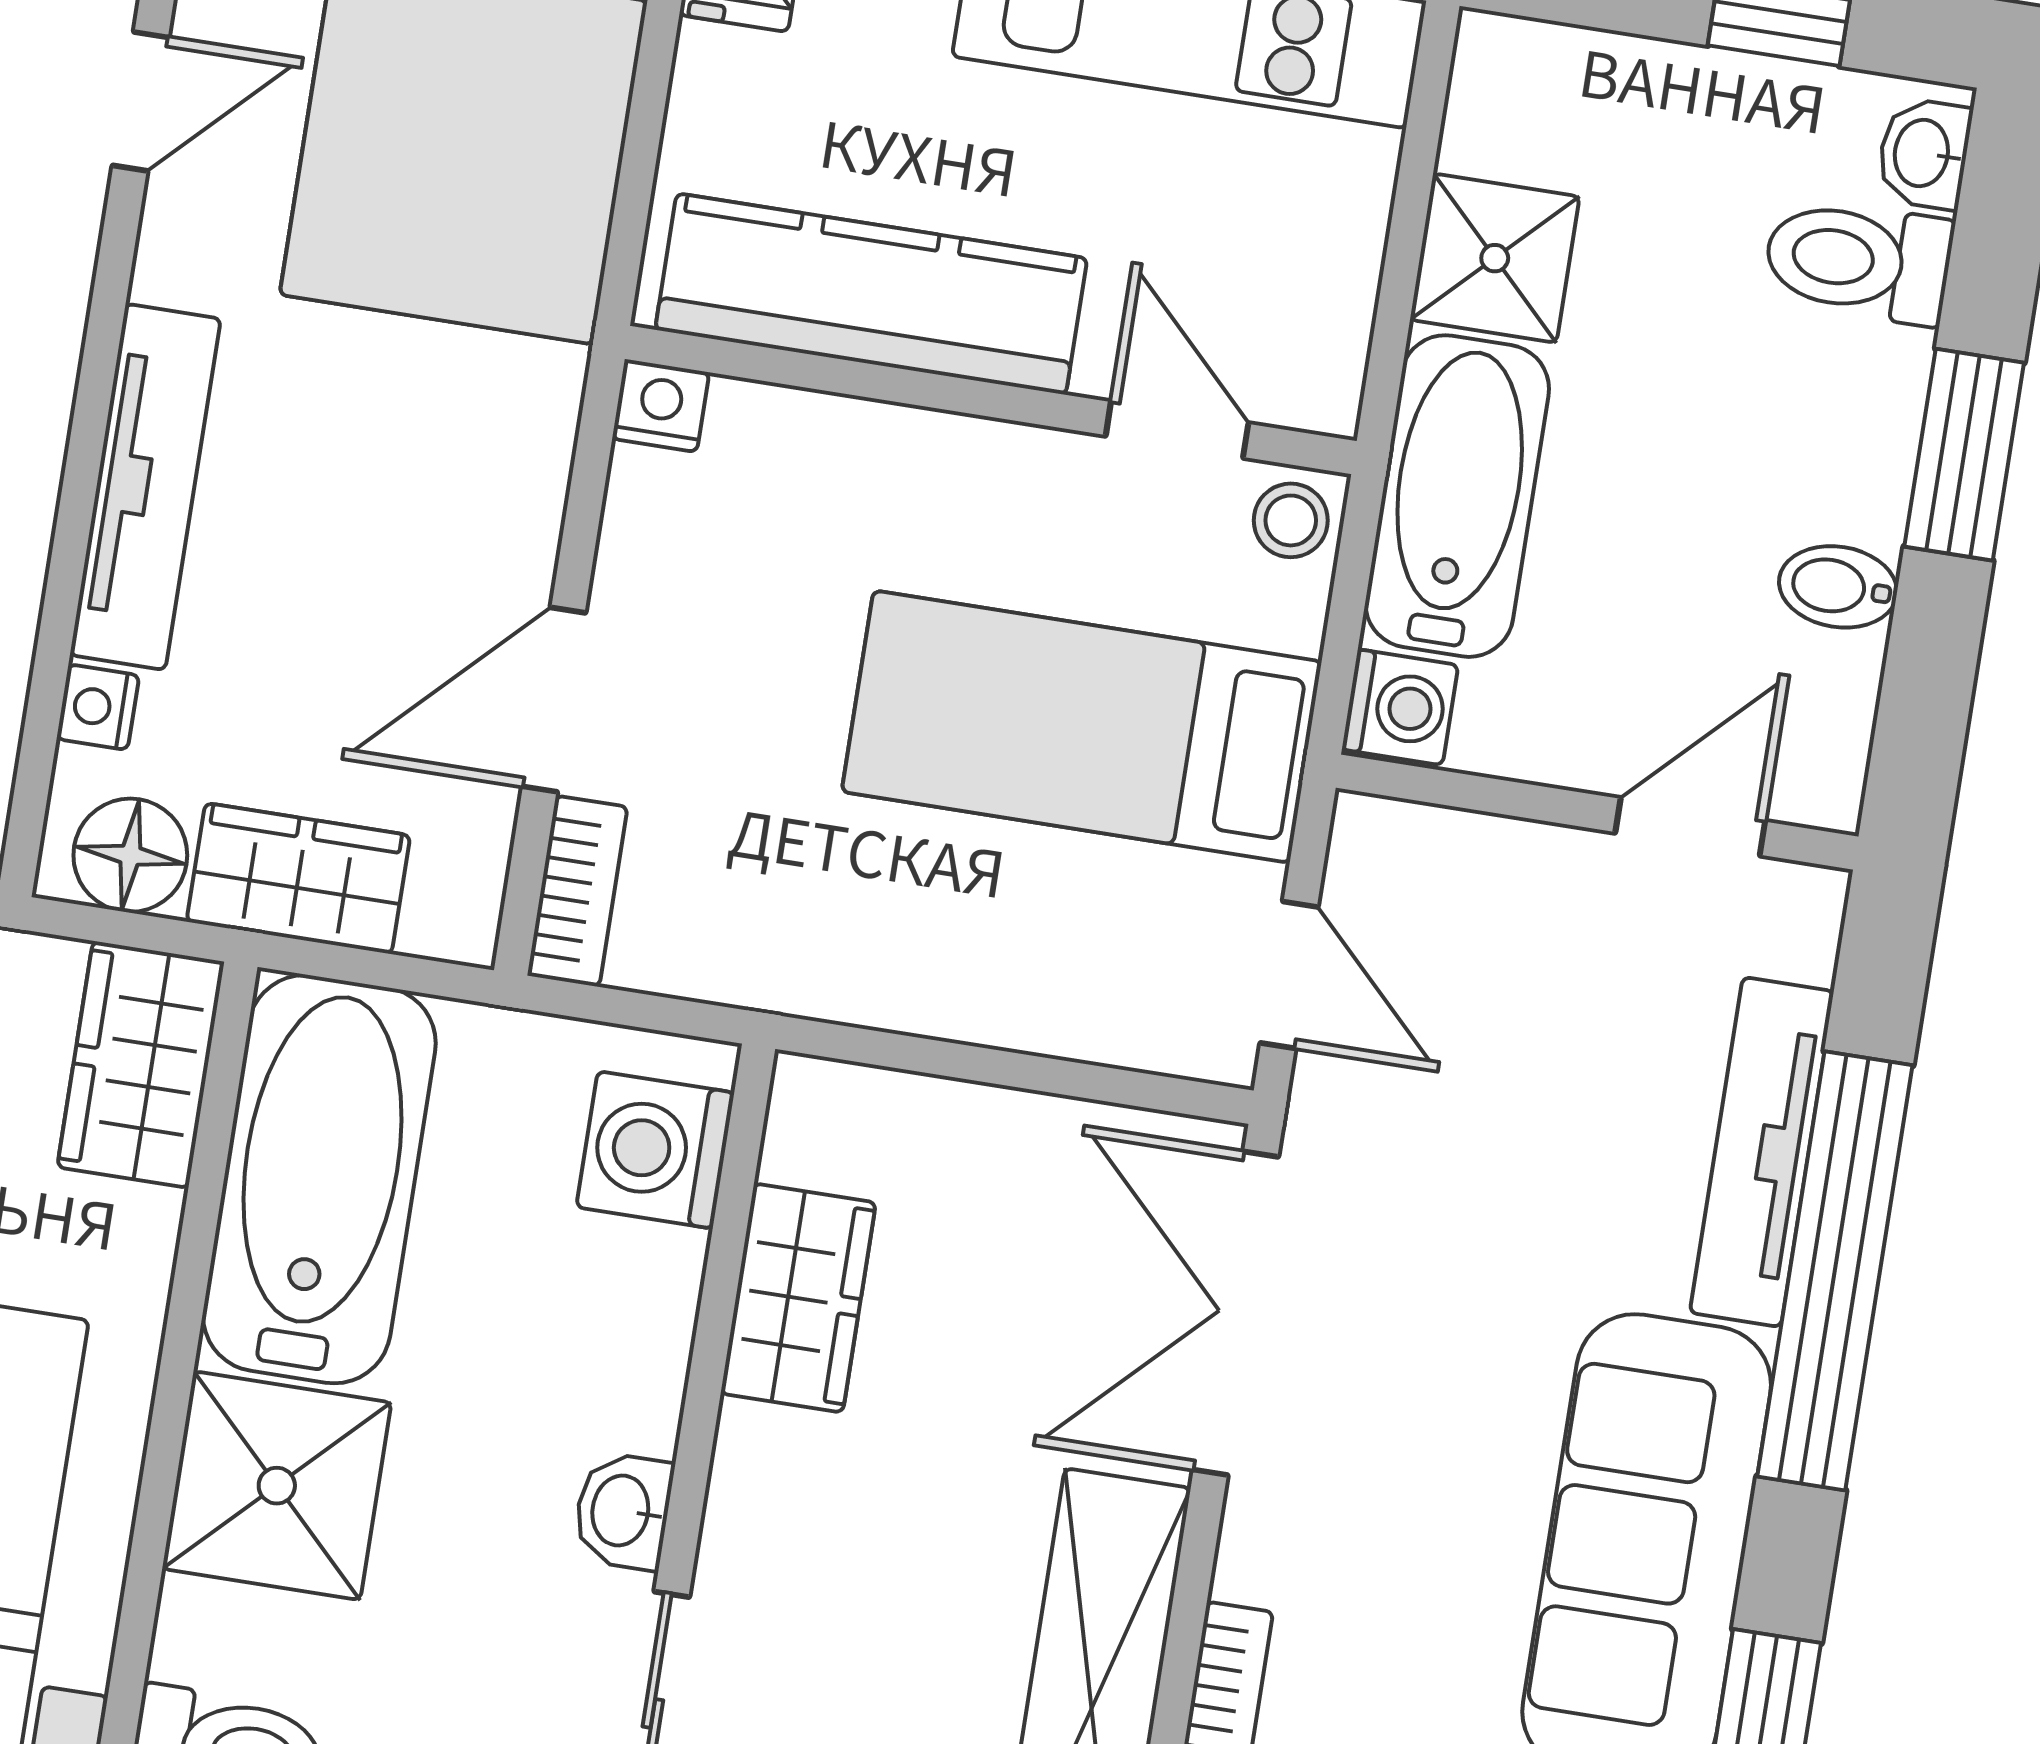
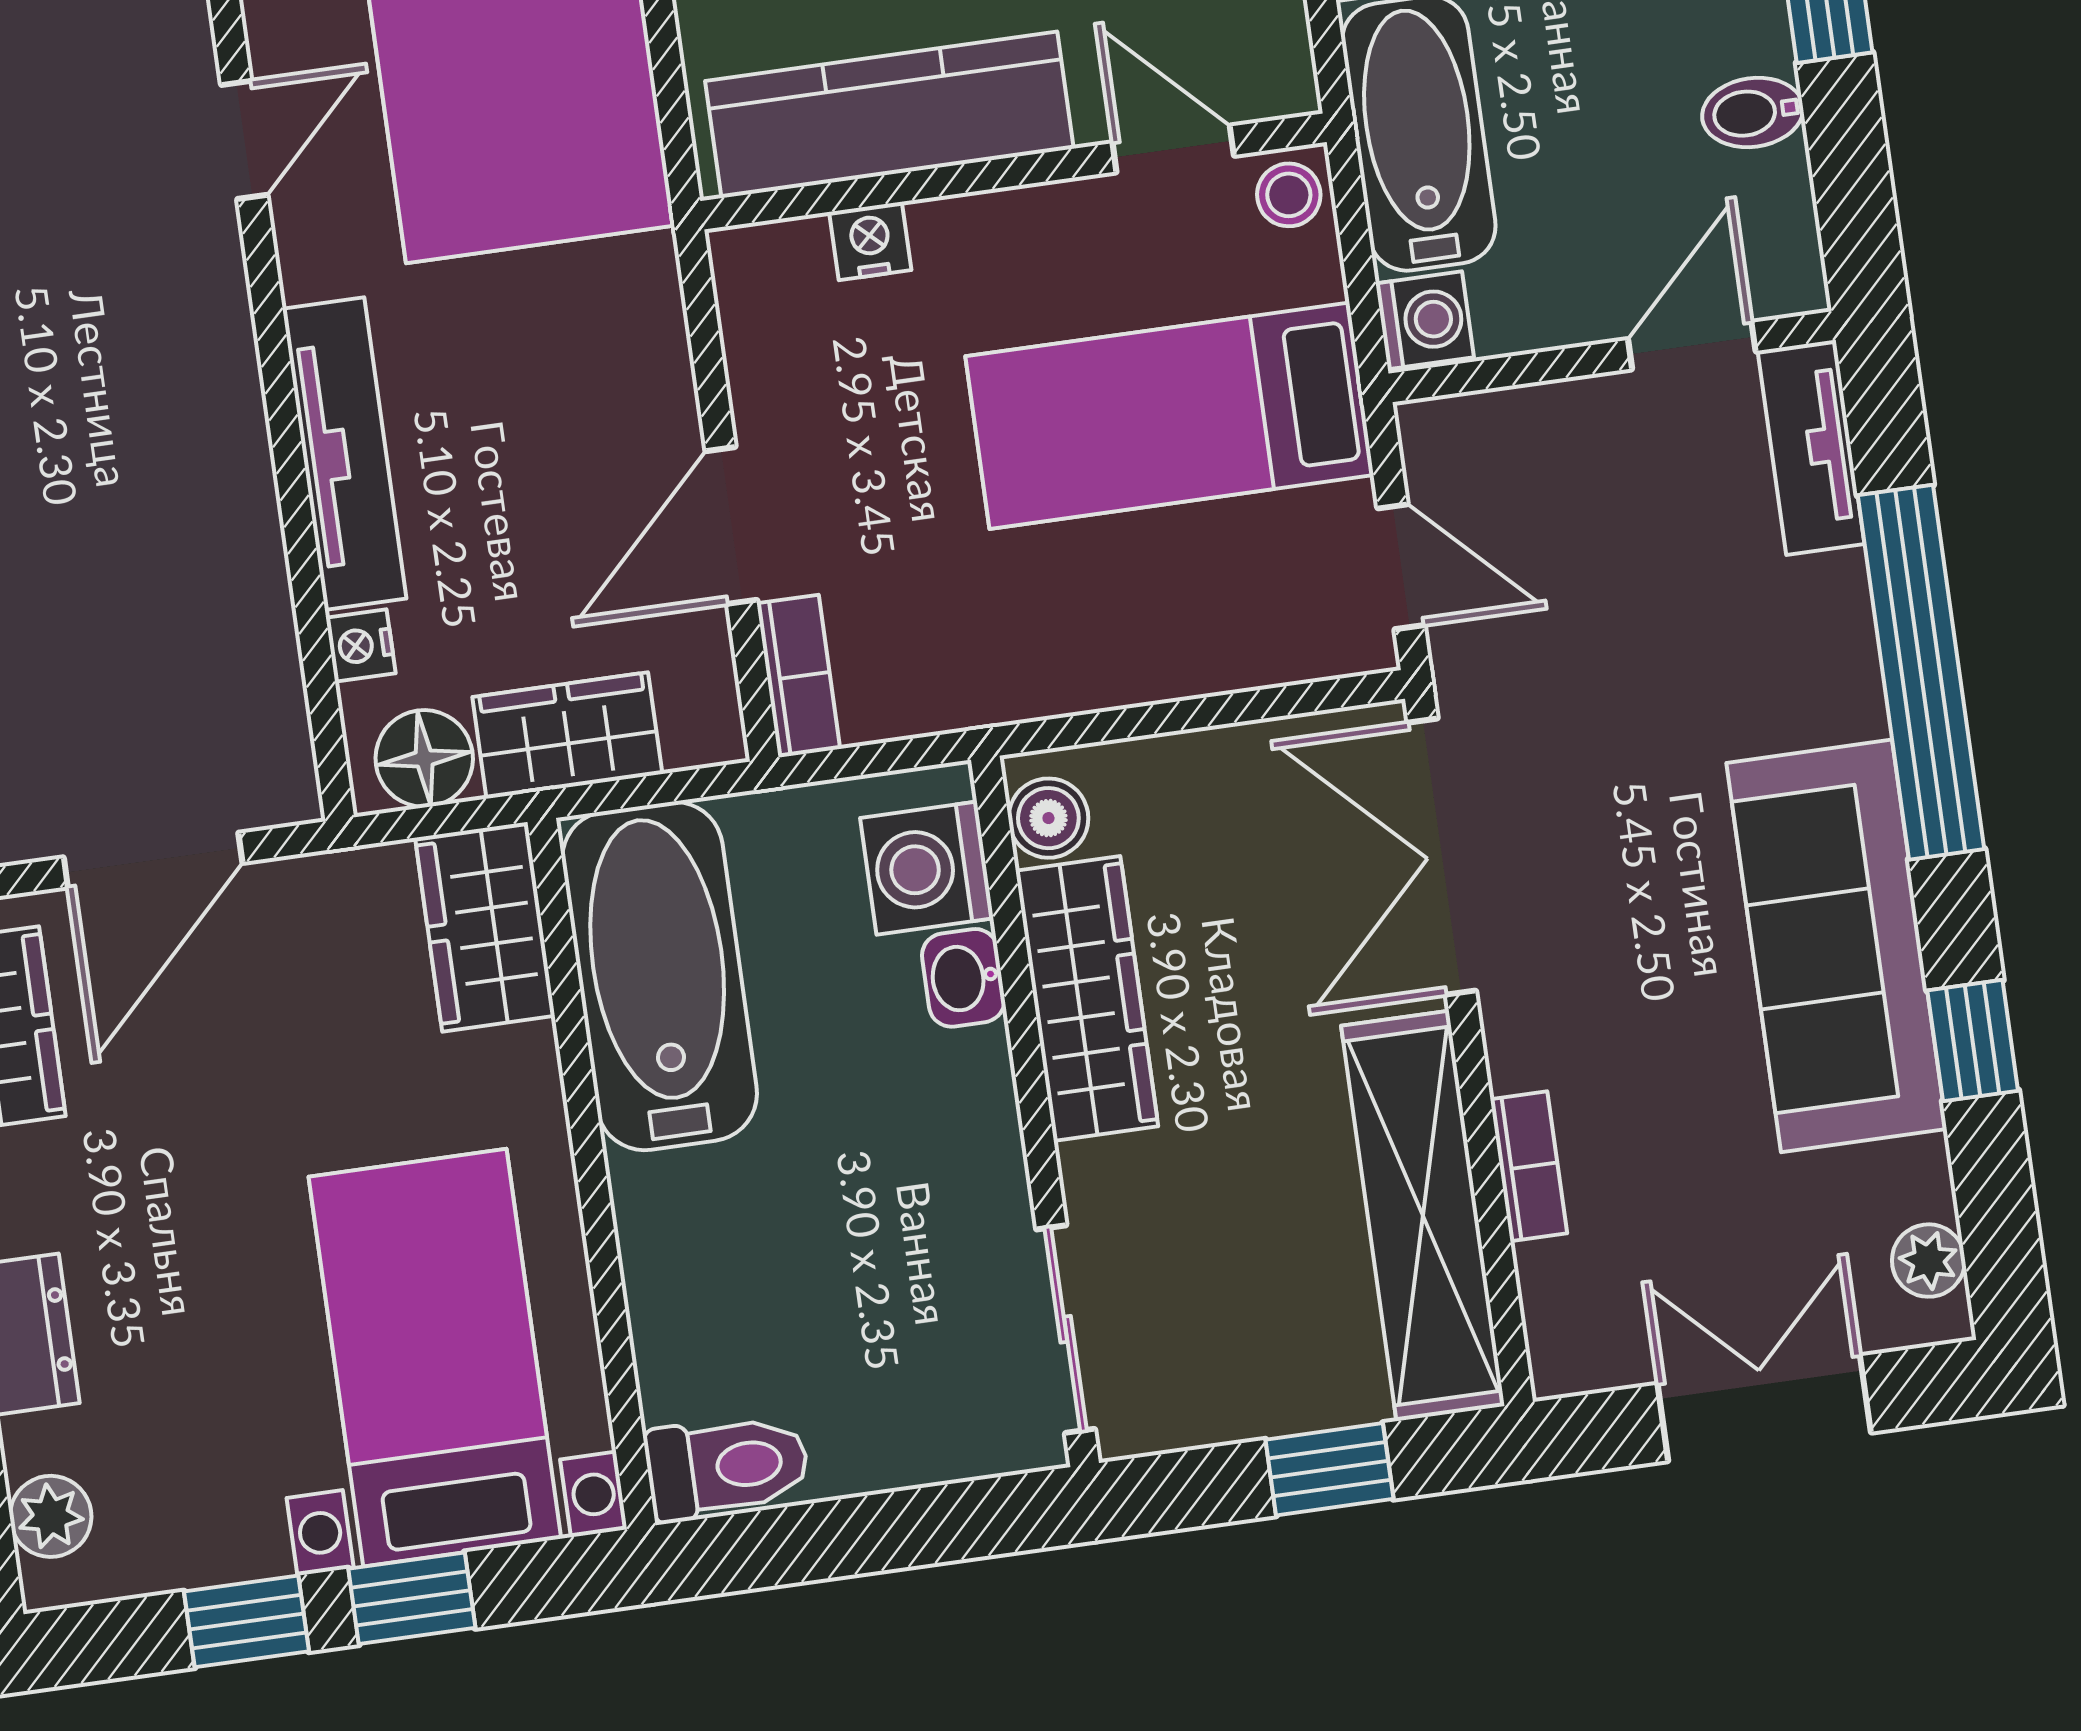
nightstand: (661, 406) -> (870, 241), moved
boiler: (808, 1136) -> (1048, 818), added
tv unit: (1762, 1152) -> (1811, 447), moved, width x0.71
wardrobe: (798, 1298) -> (1087, 999), width x1.50
shower: (277, 1486) -> (701, 1237), removed
washbasin: (623, 1511) -> (963, 978), moved

